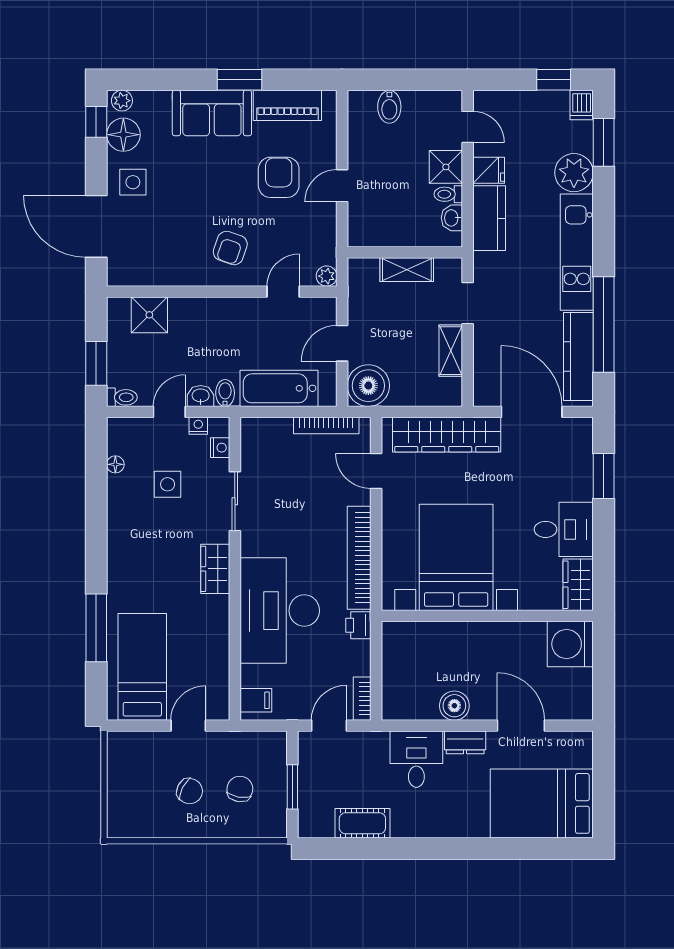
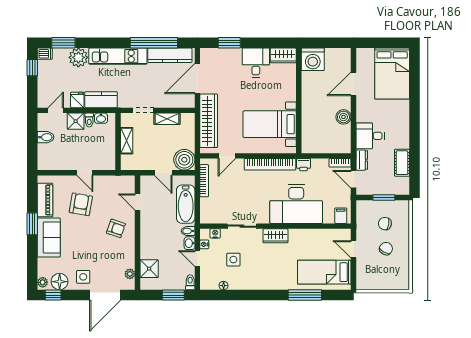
bidet: (389, 107) -> (46, 137), moved
armchair: (279, 177) -> (81, 204), turned 100
plant: (327, 276) -> (130, 274), moved
bed with nightstands: (456, 557) -> (270, 124), width x0.73
dresser: (465, 742) -> (362, 160), moved

